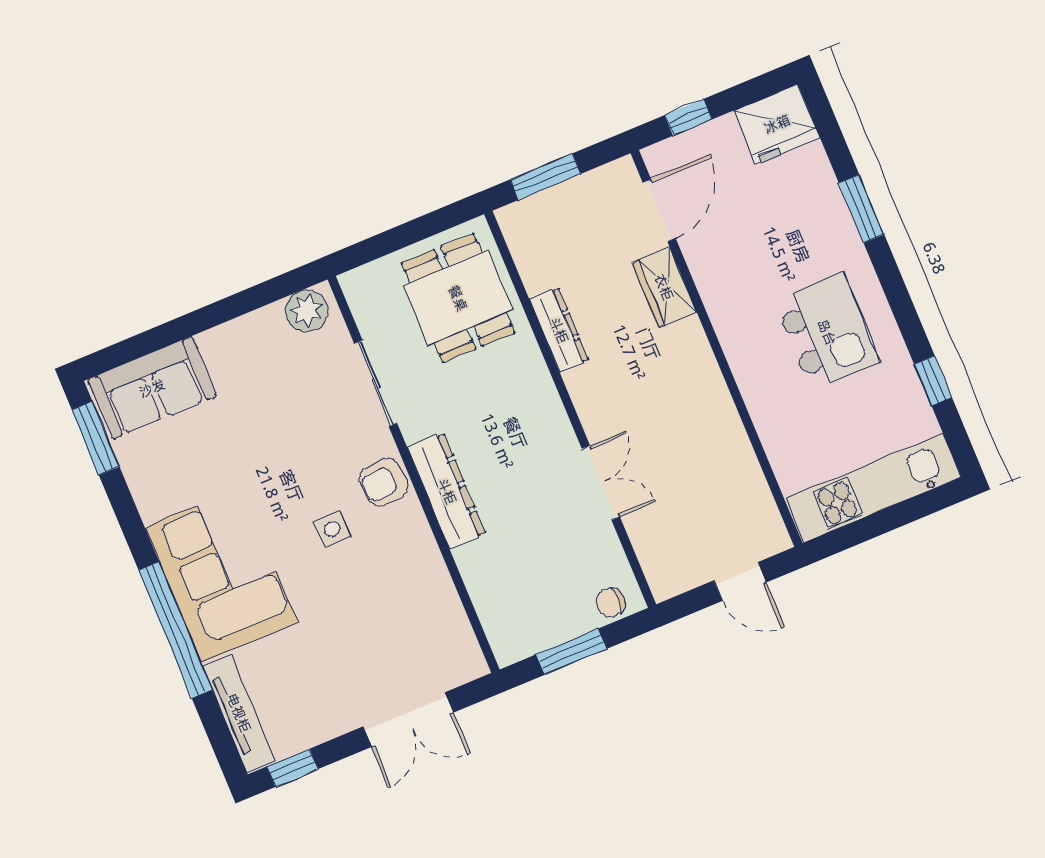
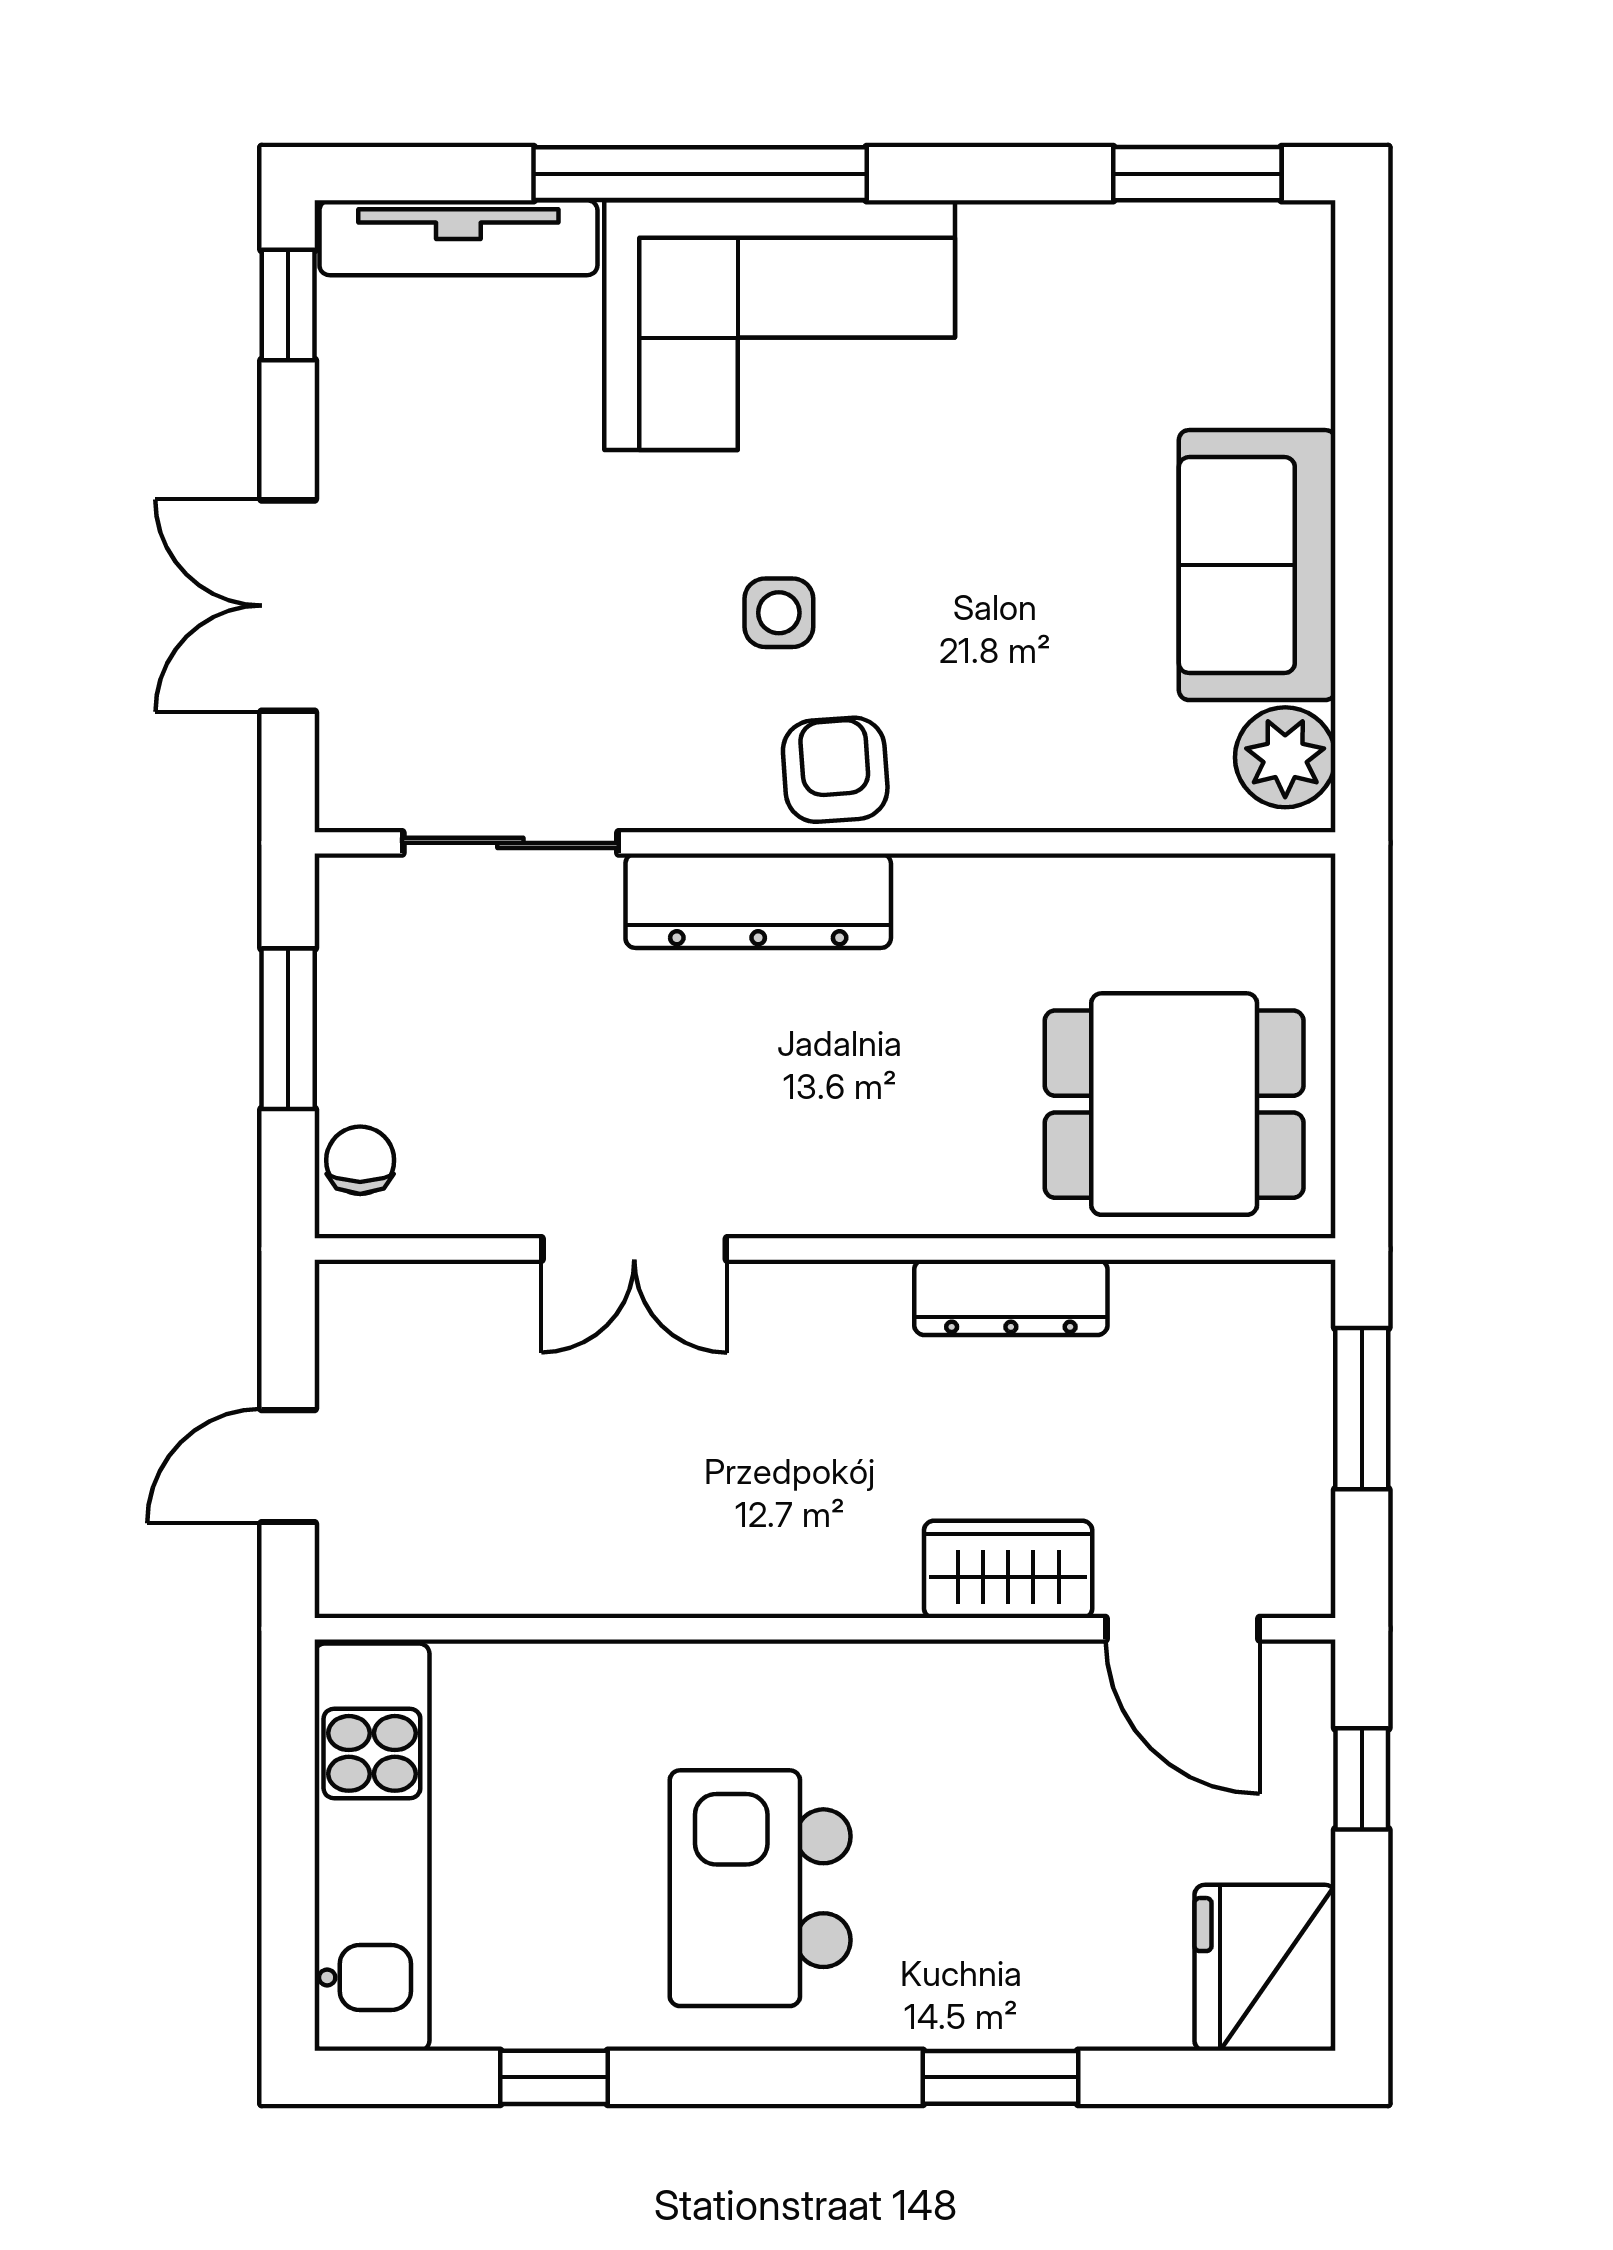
kitchen island: (827, 332) -> (760, 1888), turned 90
sliding door: (376, 383) -> (510, 843), moved
sofa: (152, 388) -> (1257, 565), moved

